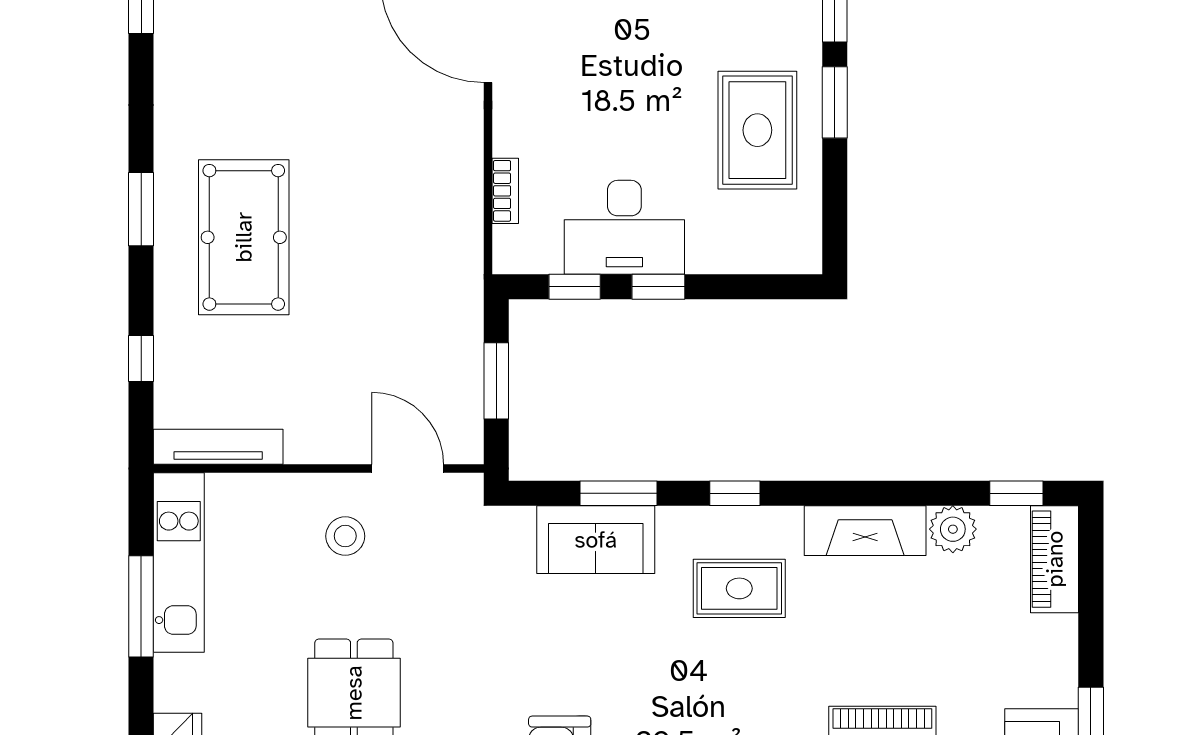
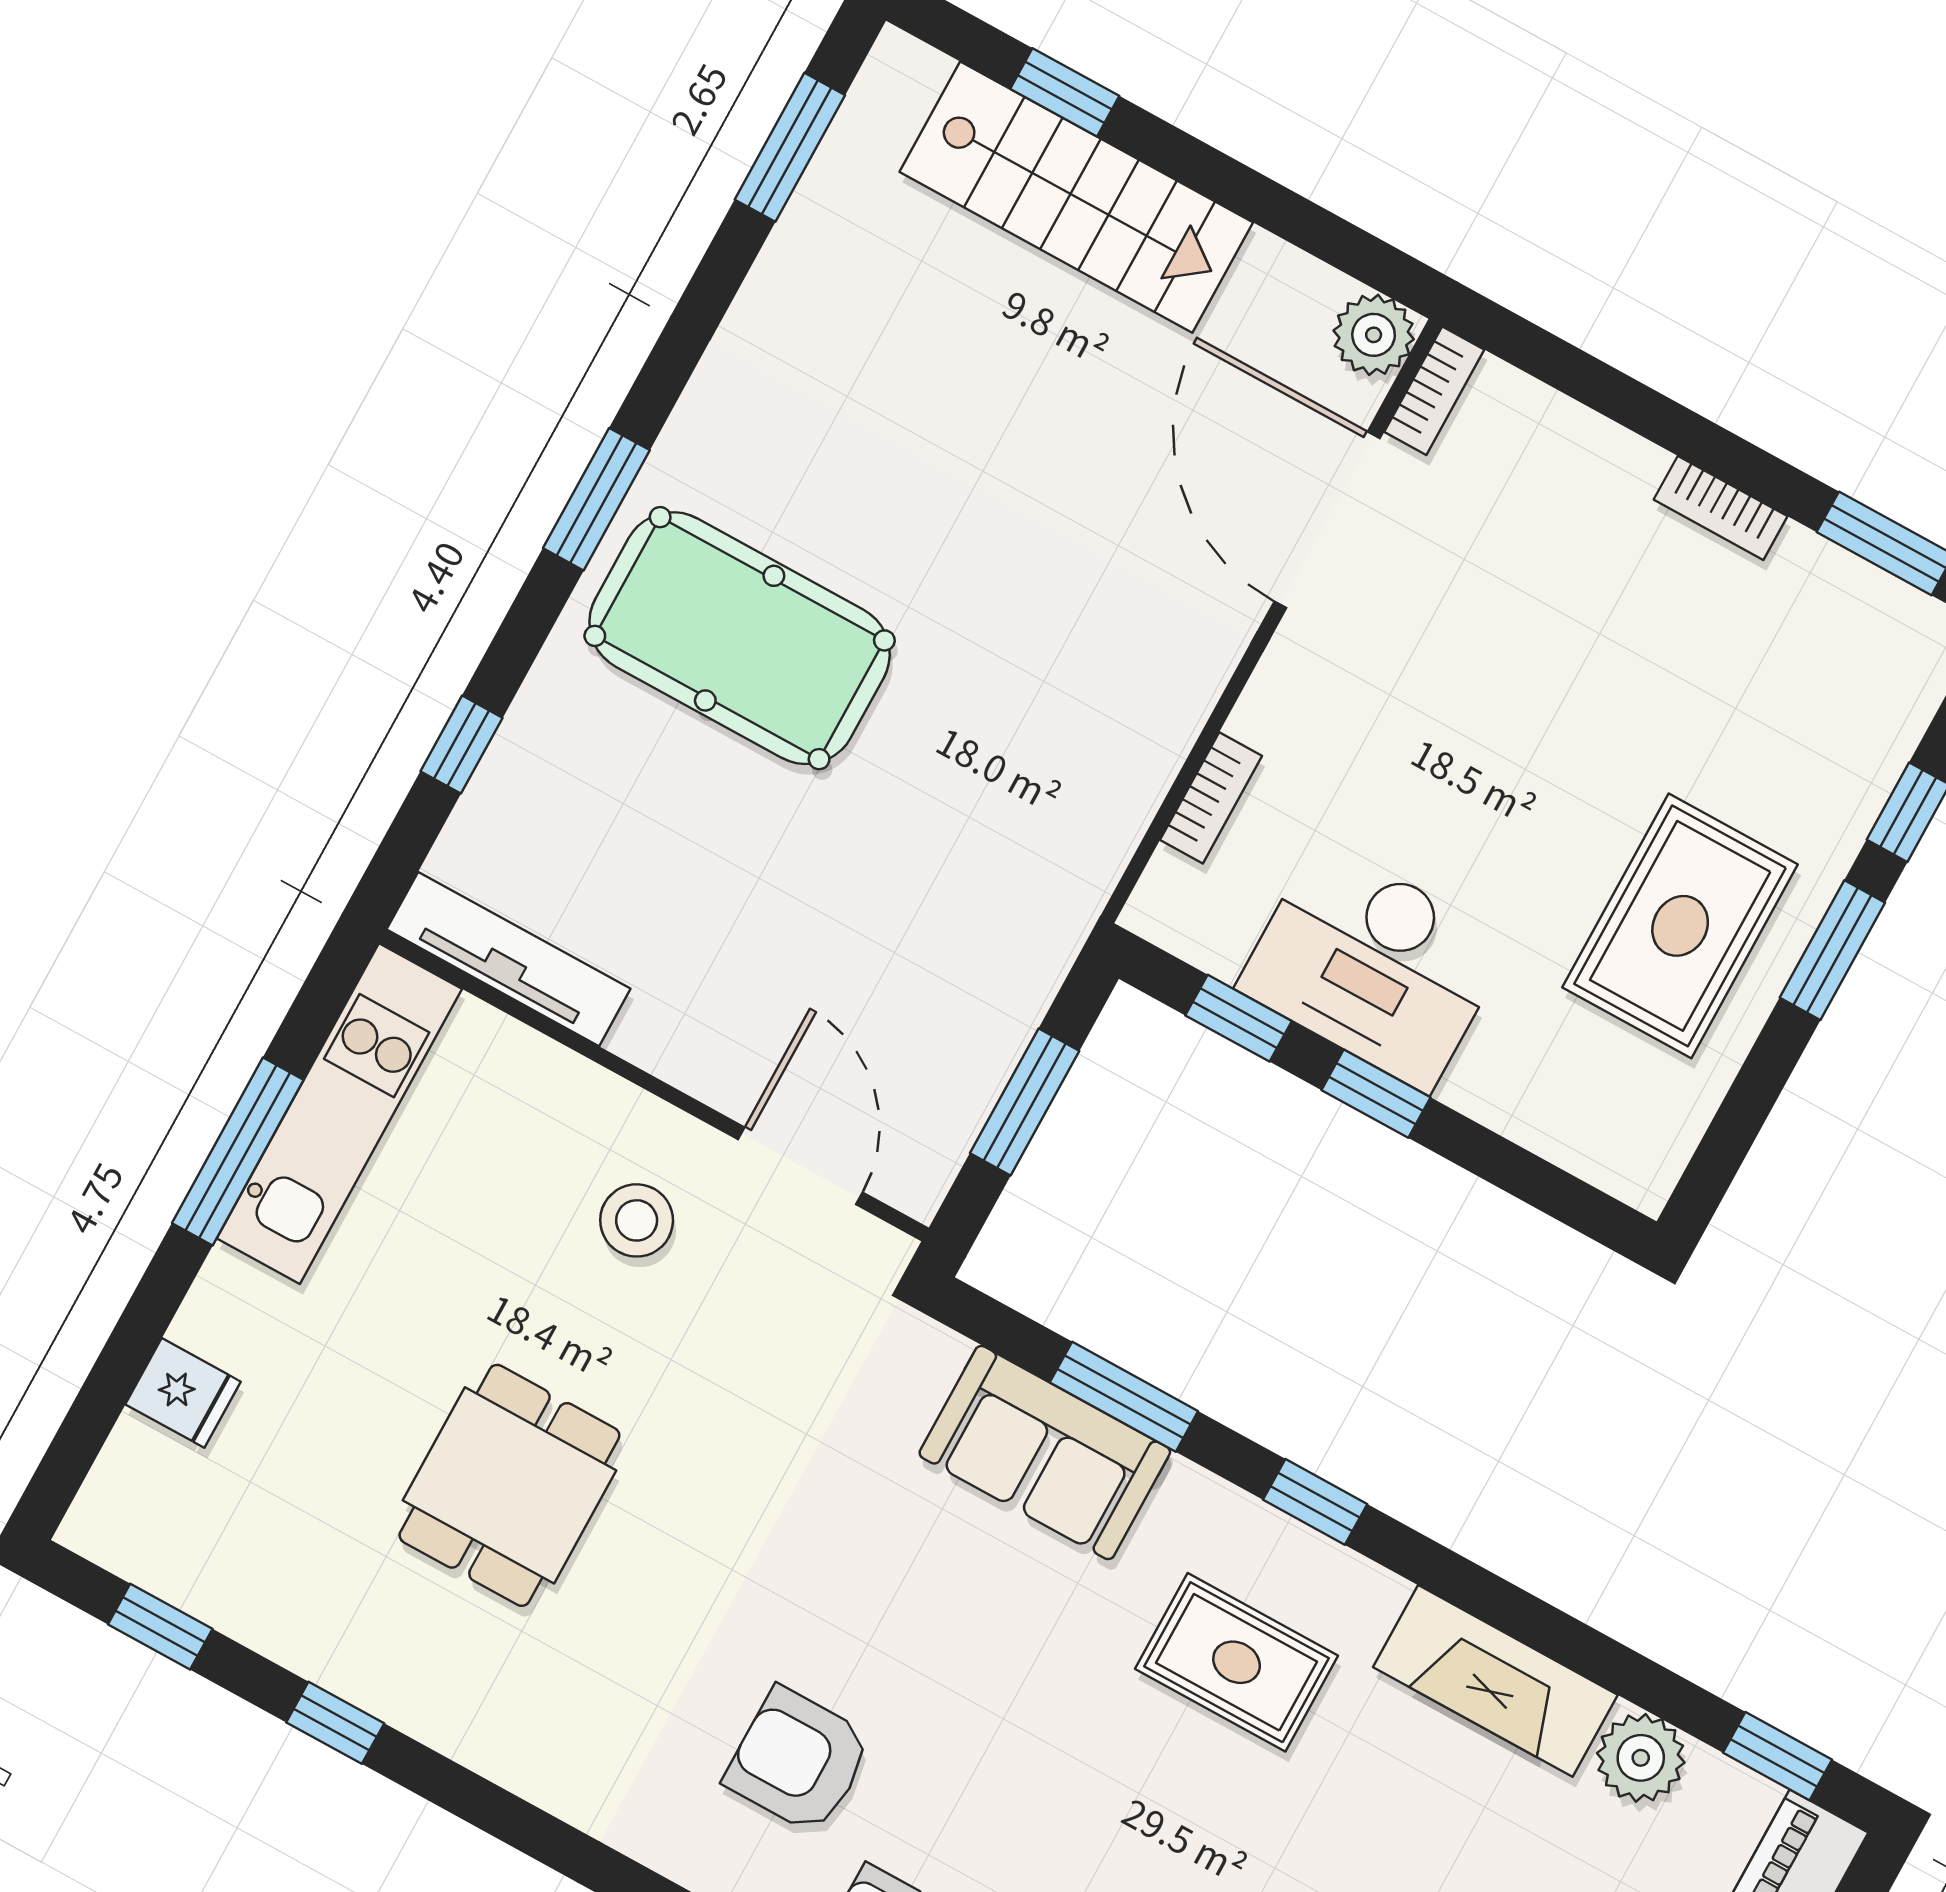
pool table: (244, 237) -> (740, 638), turned 90

